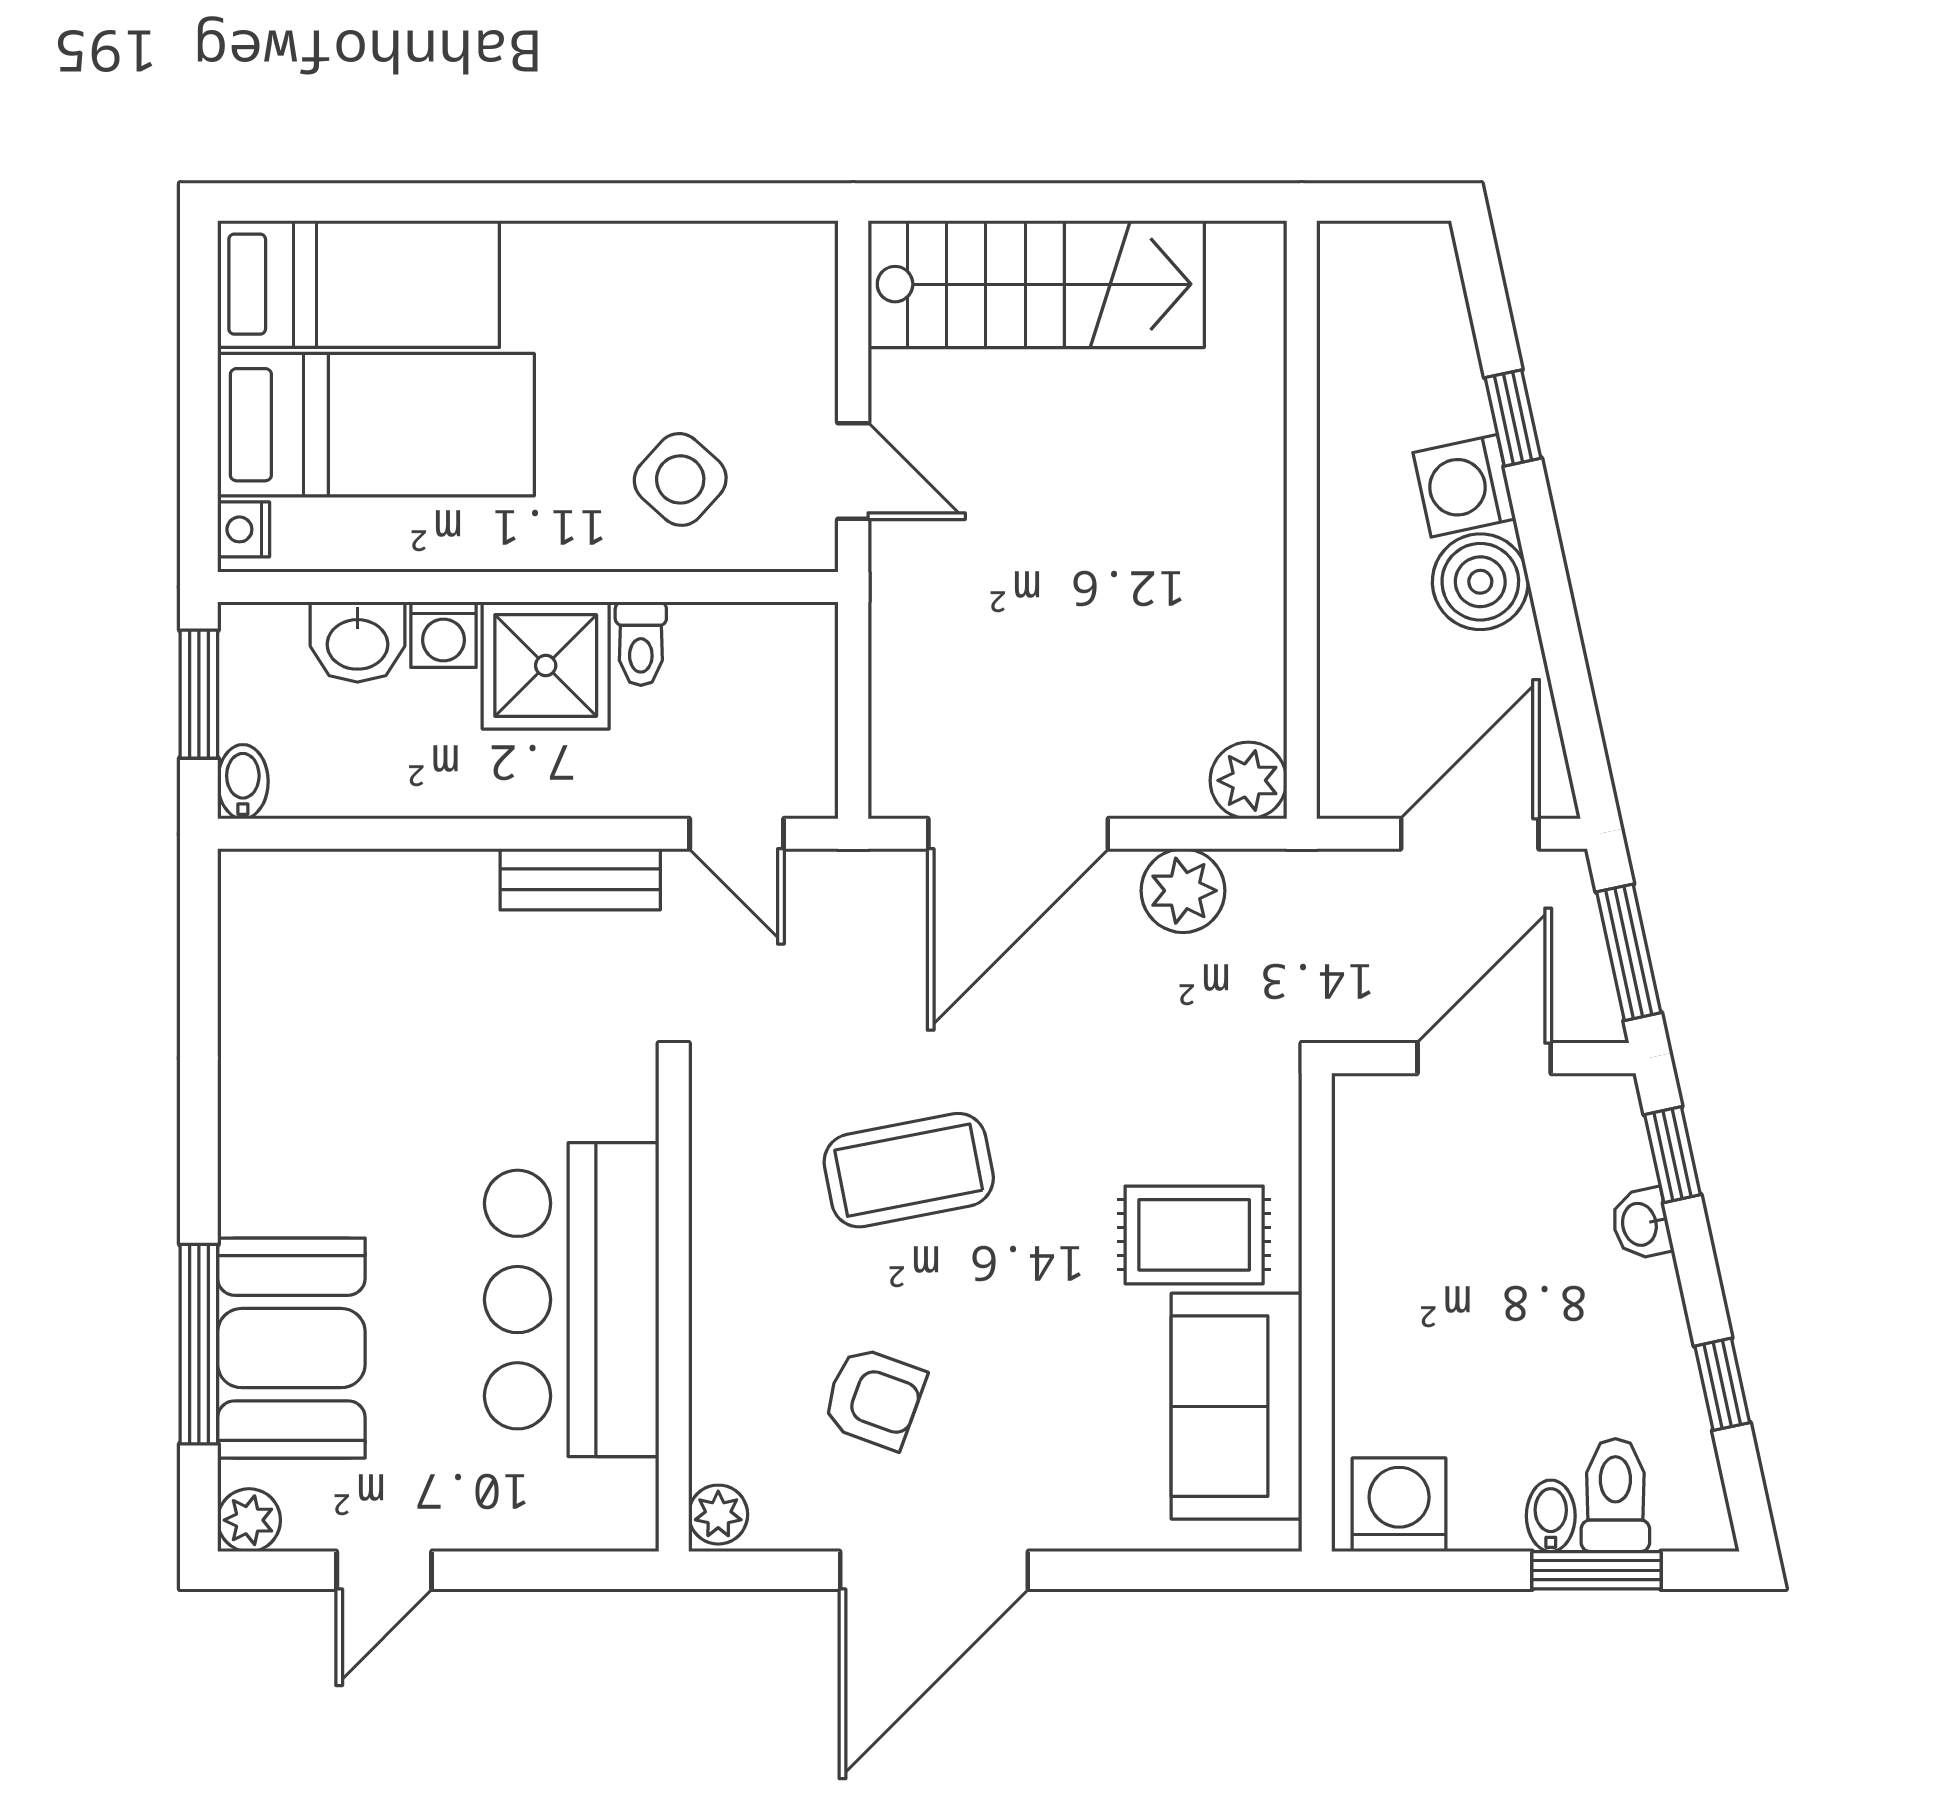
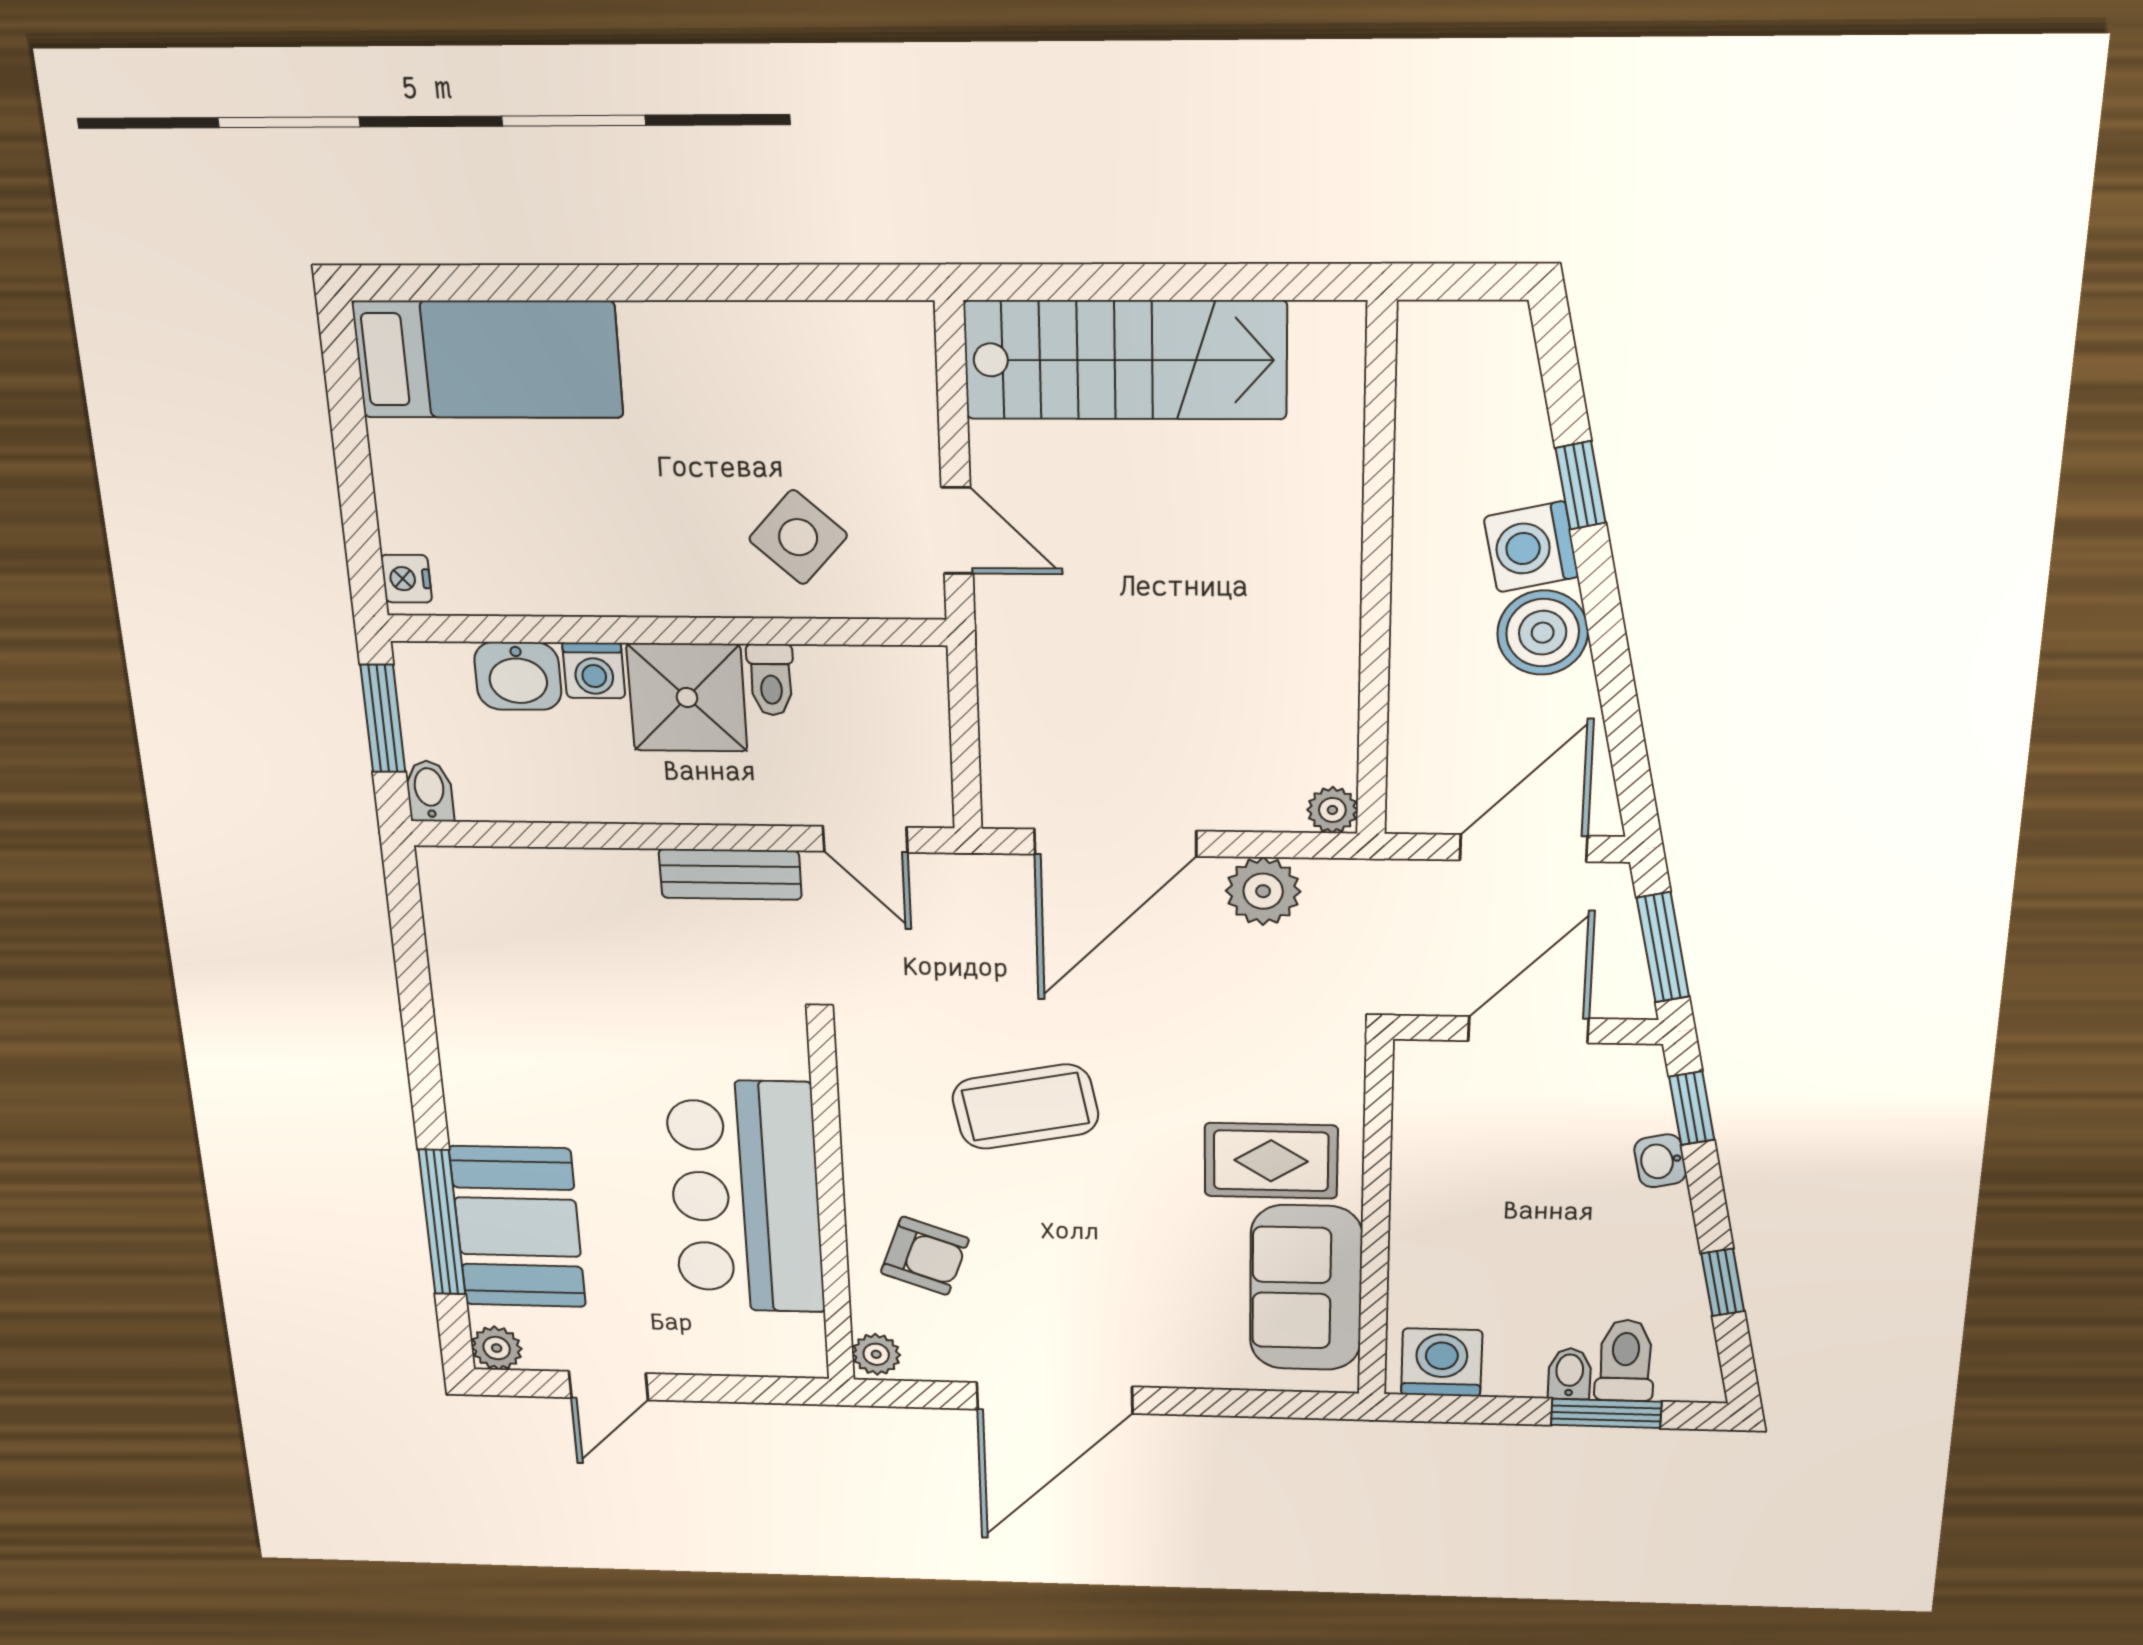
bed: (376, 425) -> (516, 487), removed
plant: (1248, 780) -> (1332, 810), width x0.73, depth x0.73
armchair: (874, 1398) -> (925, 1256), moved

